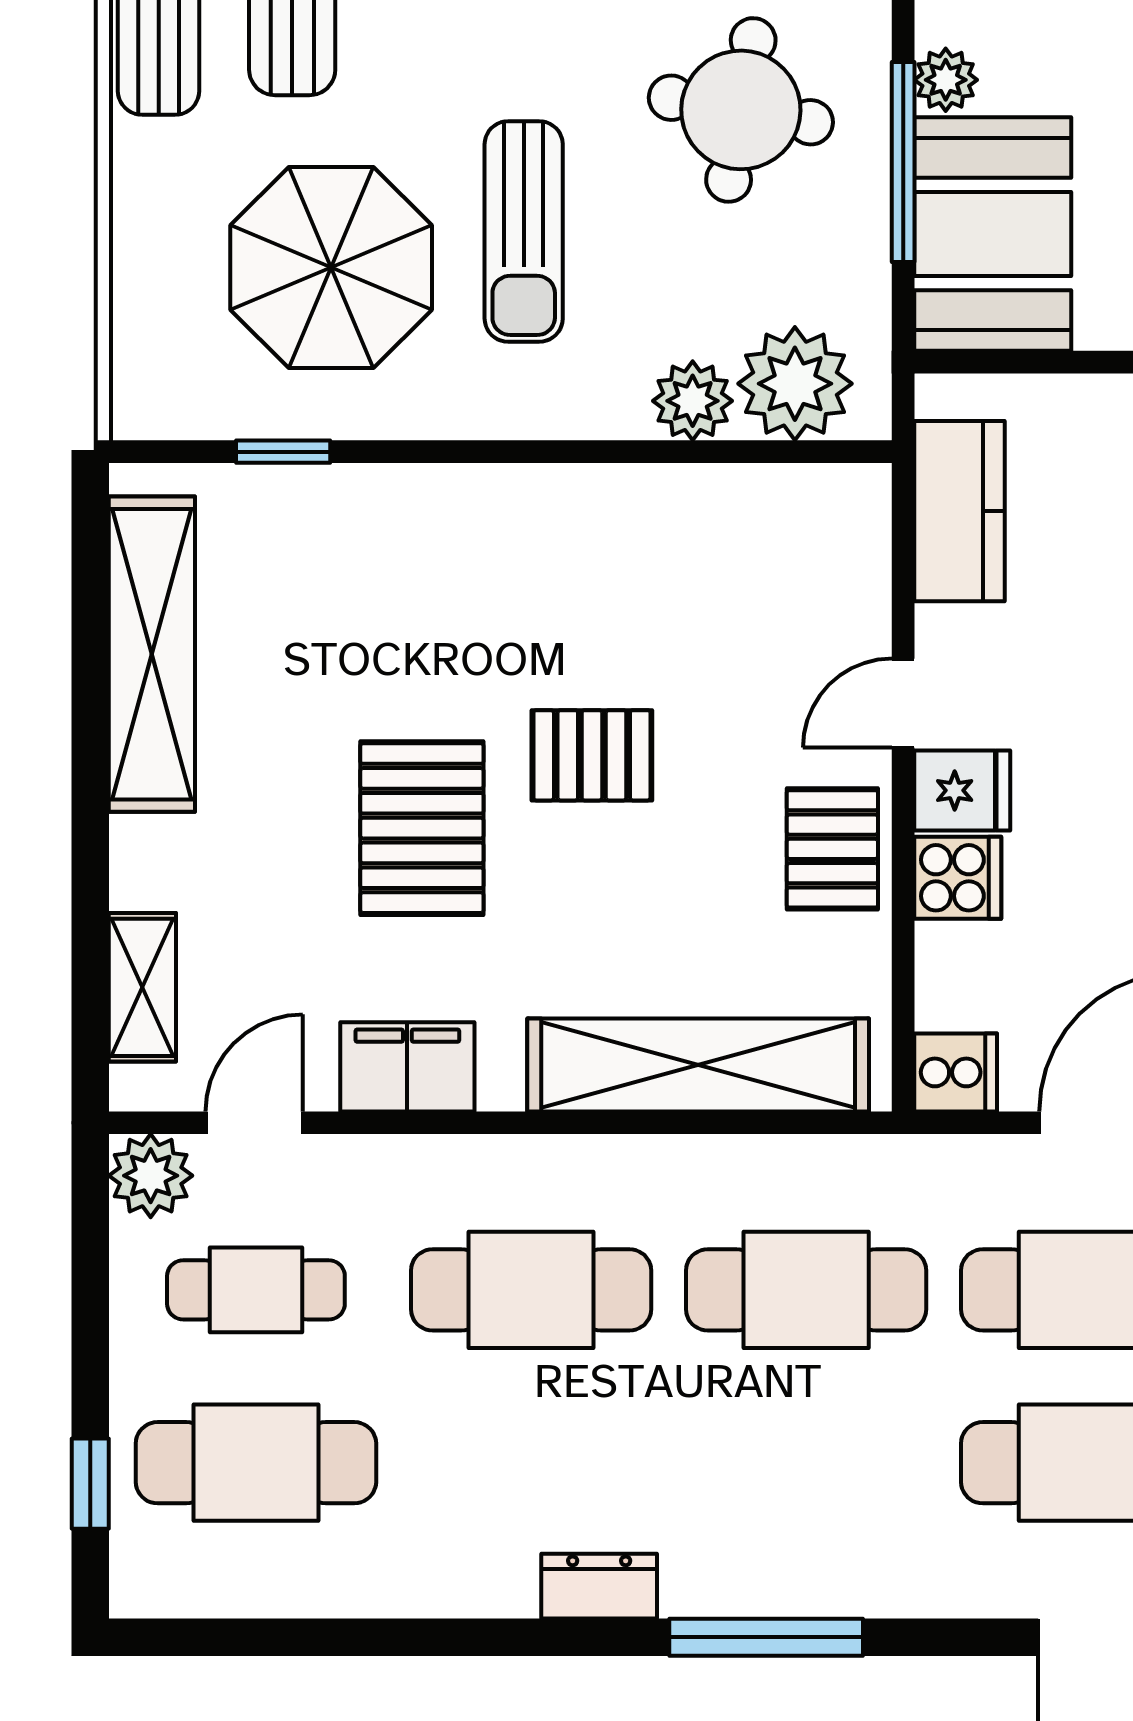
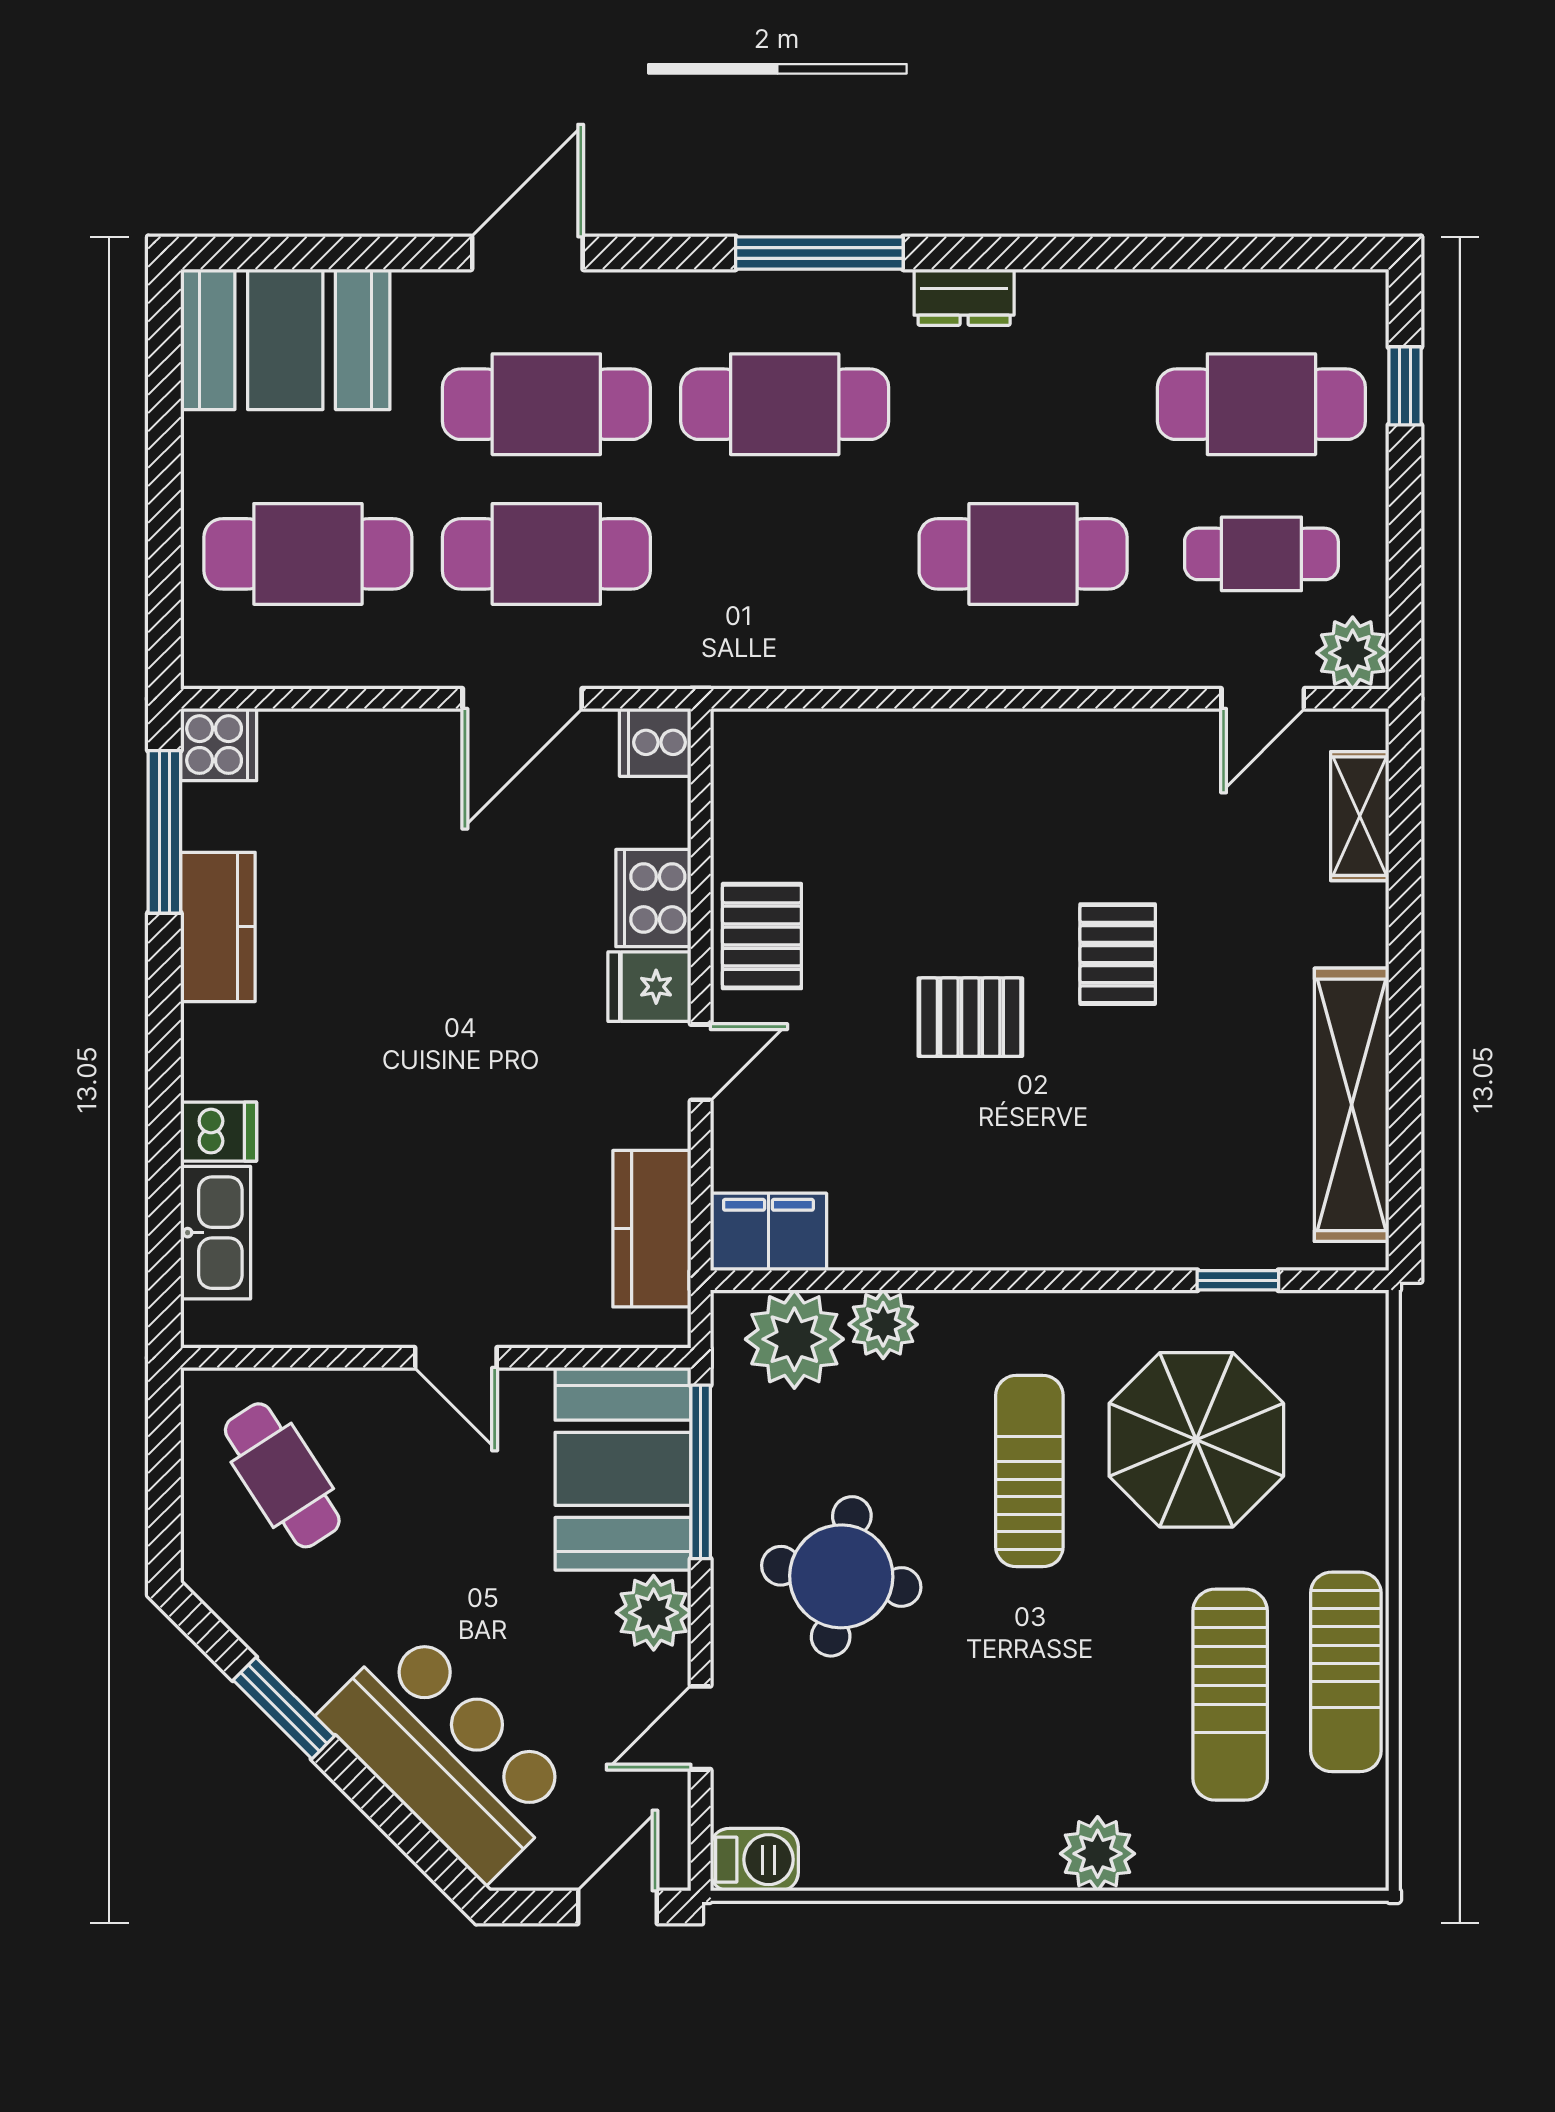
plant: (946, 80) -> (654, 1613), width x1.38, depth x1.38
window: (903, 162) -> (701, 1472), moved
pallet: (422, 828) -> (1118, 954), width x0.67, depth x0.71
cooker: (958, 878) -> (653, 898), width x1.36
shelving: (698, 1065) -> (878, 749), removed
filing cabinet: (407, 1067) -> (768, 1232), moved, turned 180
cafe table: (806, 1290) -> (785, 404), moved

